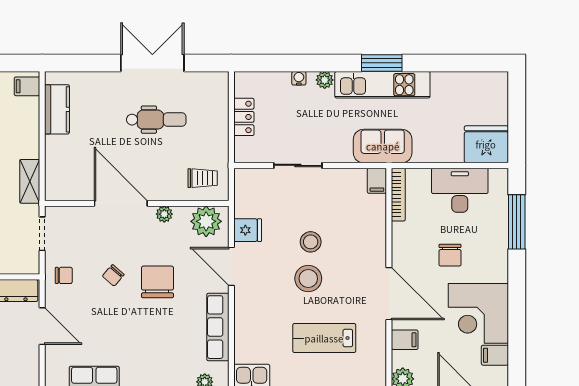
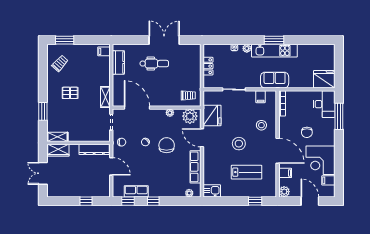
dental chair: (156, 120) -> (154, 64), moved
filing cabinet: (377, 181) -> (261, 97), moved
desk: (460, 190) -> (324, 104), moved, turned 90
door: (121, 203) -> (137, 108), moved
fridge: (248, 230) -> (212, 115), width x1.88, depth x1.34
stool: (311, 242) -> (261, 125), moved
lab bench: (324, 338) -> (247, 172), turned 180

